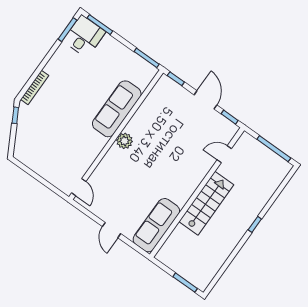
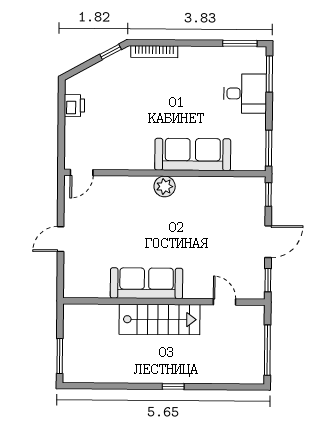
desk: (84, 36) -> (245, 94), moved
printer: (33, 162) -> (74, 105), added
sofa: (156, 225) -> (147, 283), moved

